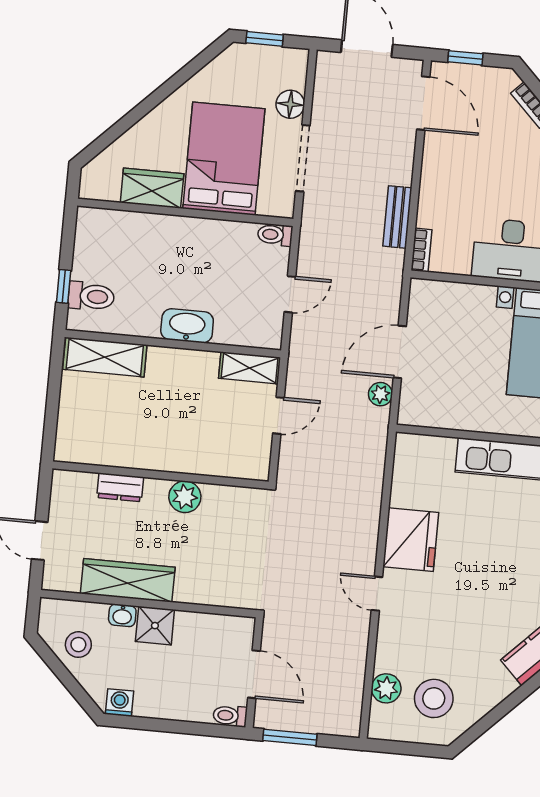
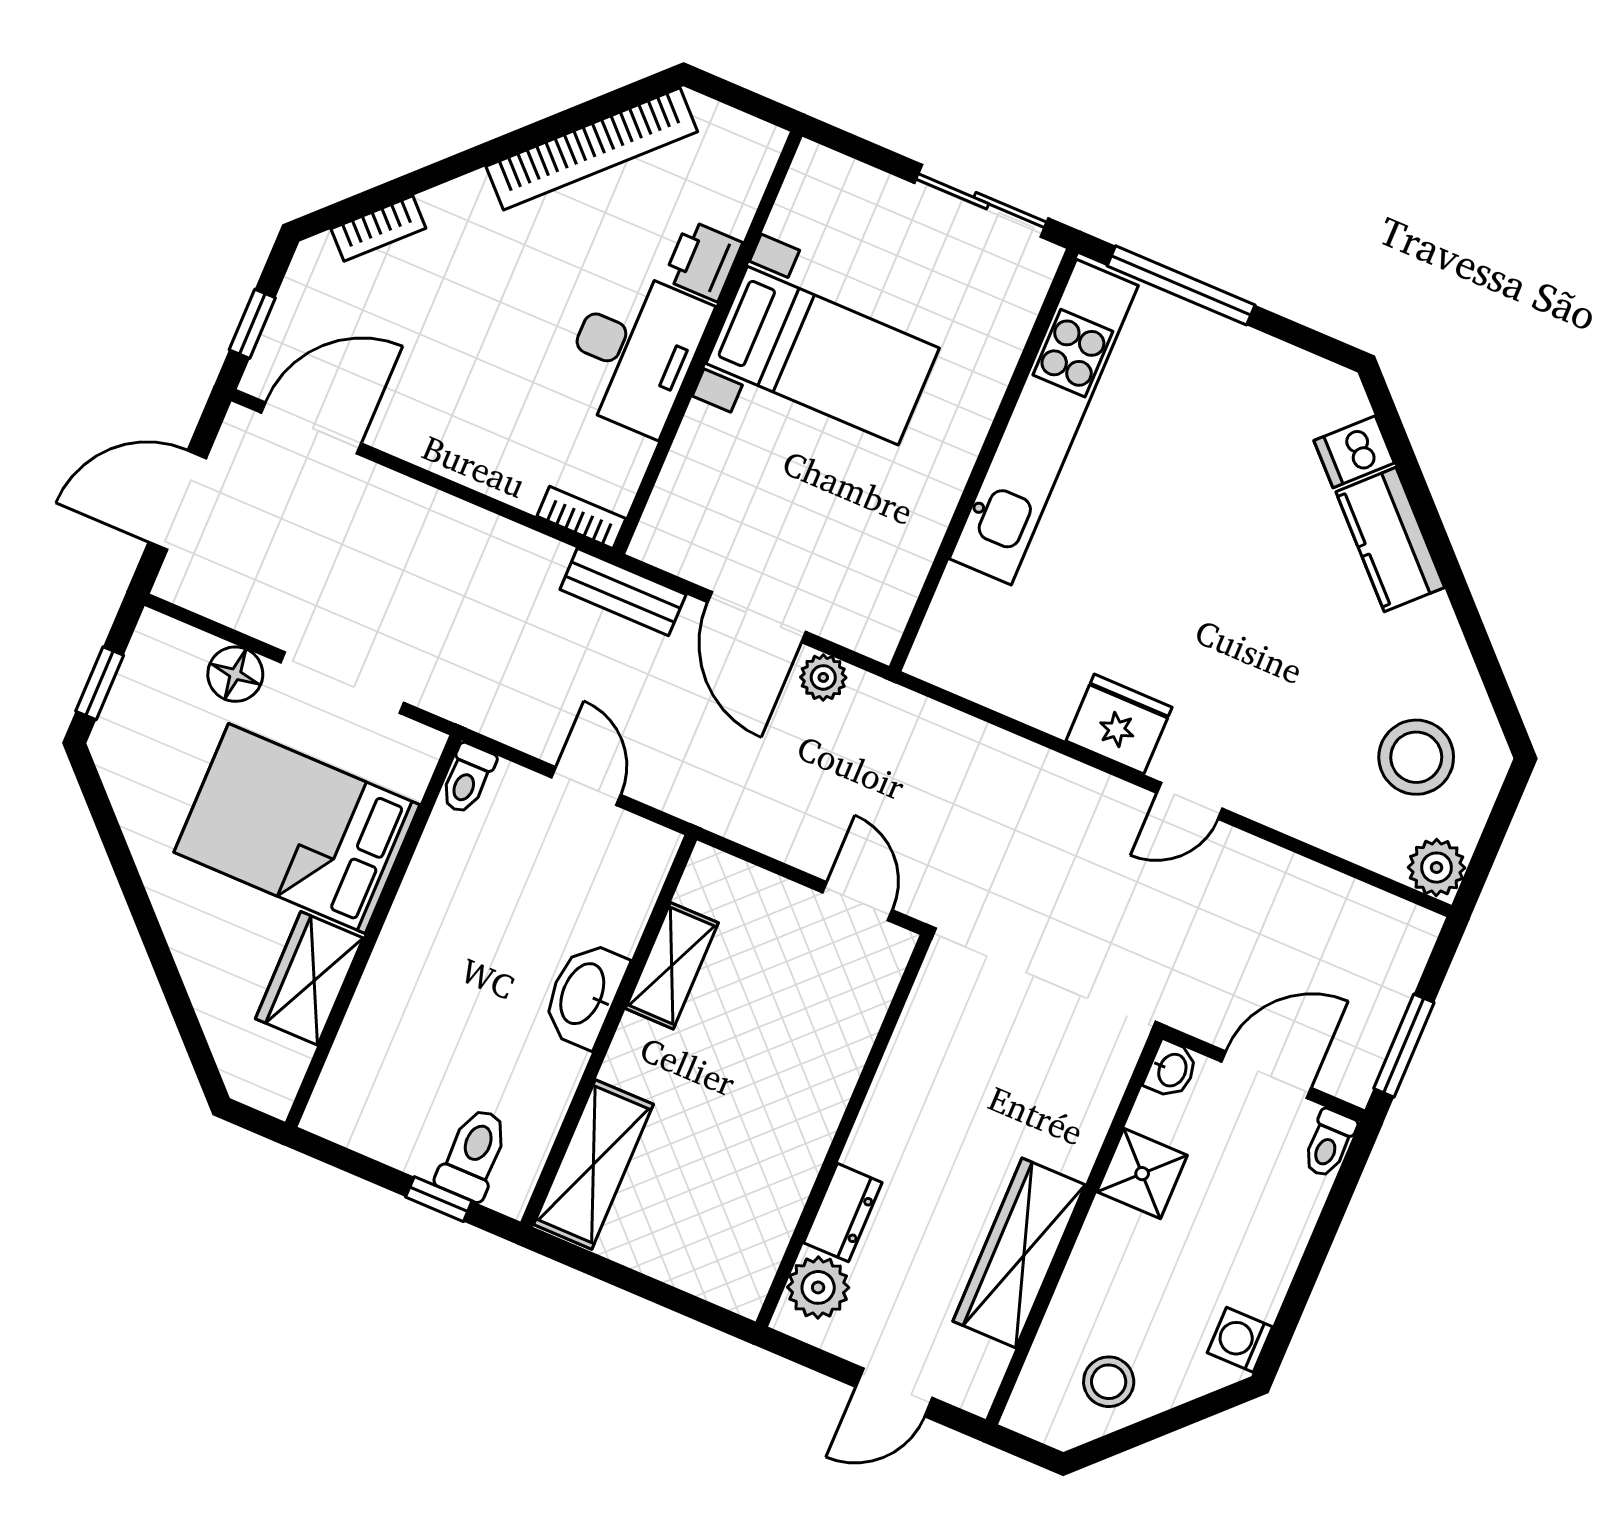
bench: (397, 217) -> (623, 592), moved
shelving: (250, 368) -> (672, 966), moved
door: (278, 416) -> (857, 901), moved
plant: (185, 497) -> (818, 1287), moved
fridge: (411, 540) -> (1119, 724), width x0.73, depth x0.75
washbasin: (122, 615) -> (1171, 1070), moved
shower: (155, 626) -> (1142, 1174), moved
plant: (386, 688) -> (1436, 868), moved

